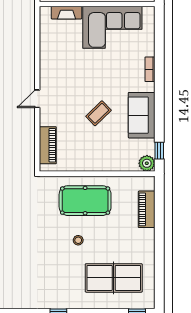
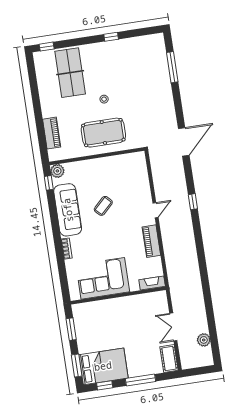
fireplace: (67, 13) -> (152, 283), moved
sofa: (142, 115) -> (68, 210), width x1.36
piano: (48, 145) -> (151, 241), moved
table tennis table: (114, 278) -> (70, 73), turned 90

